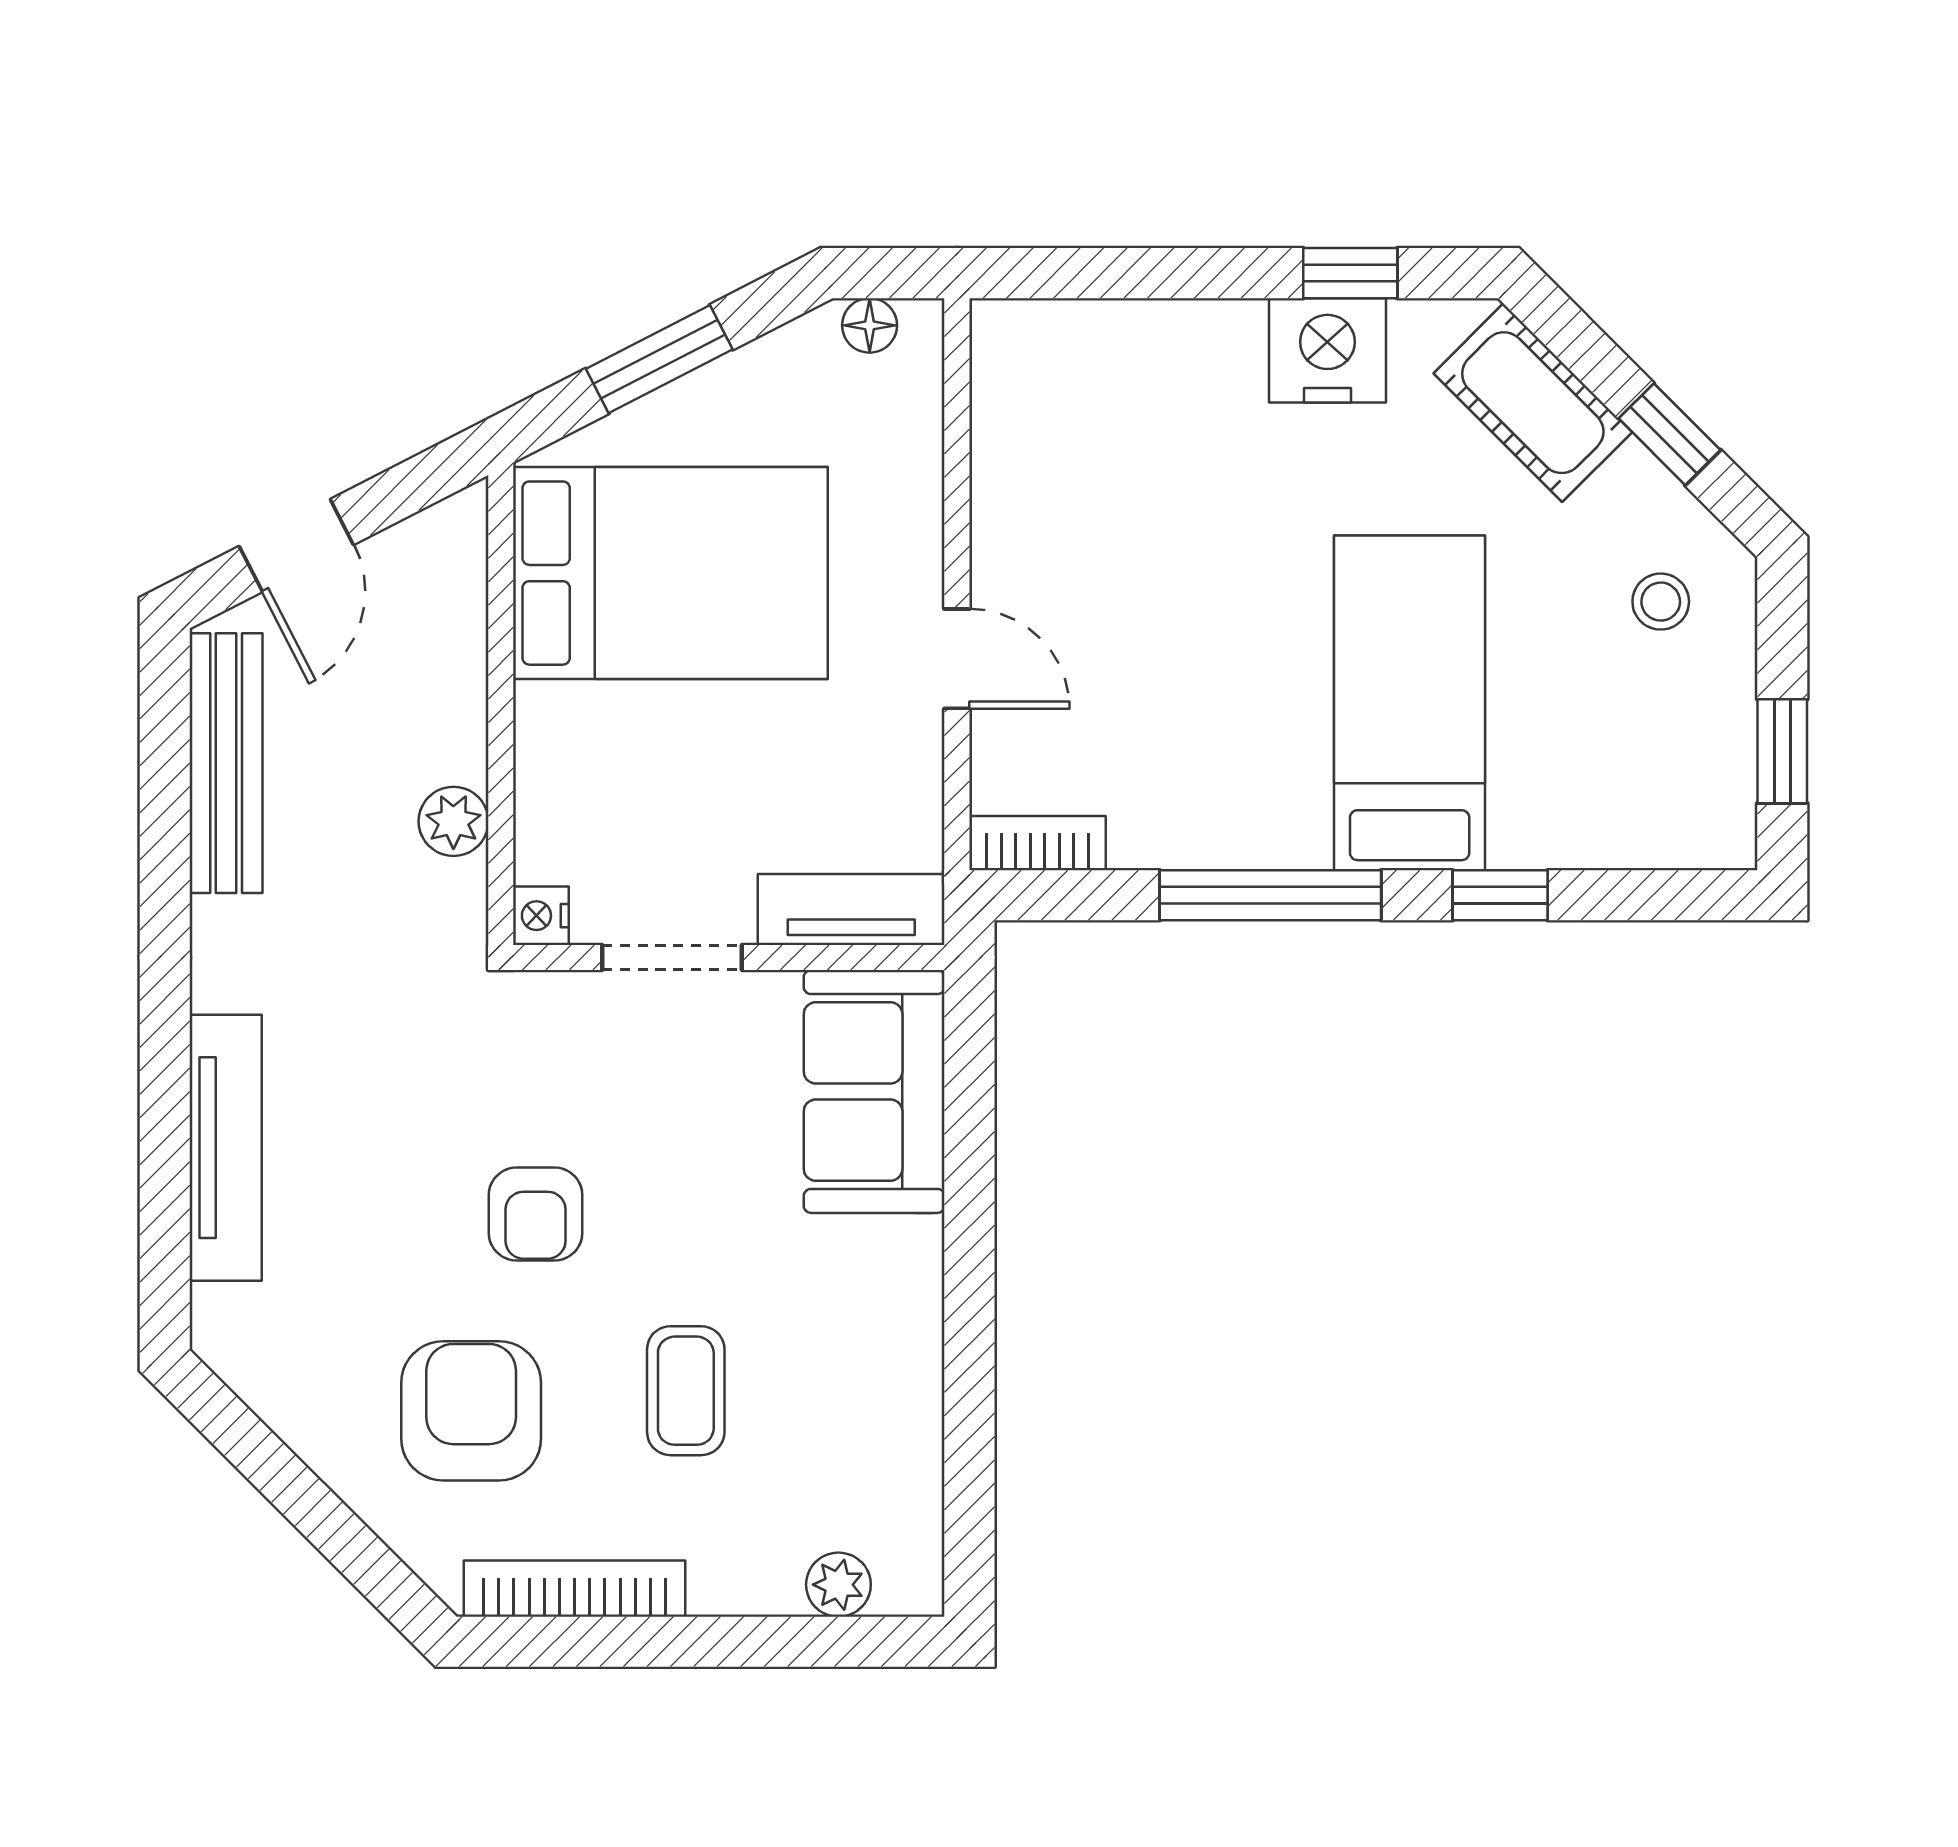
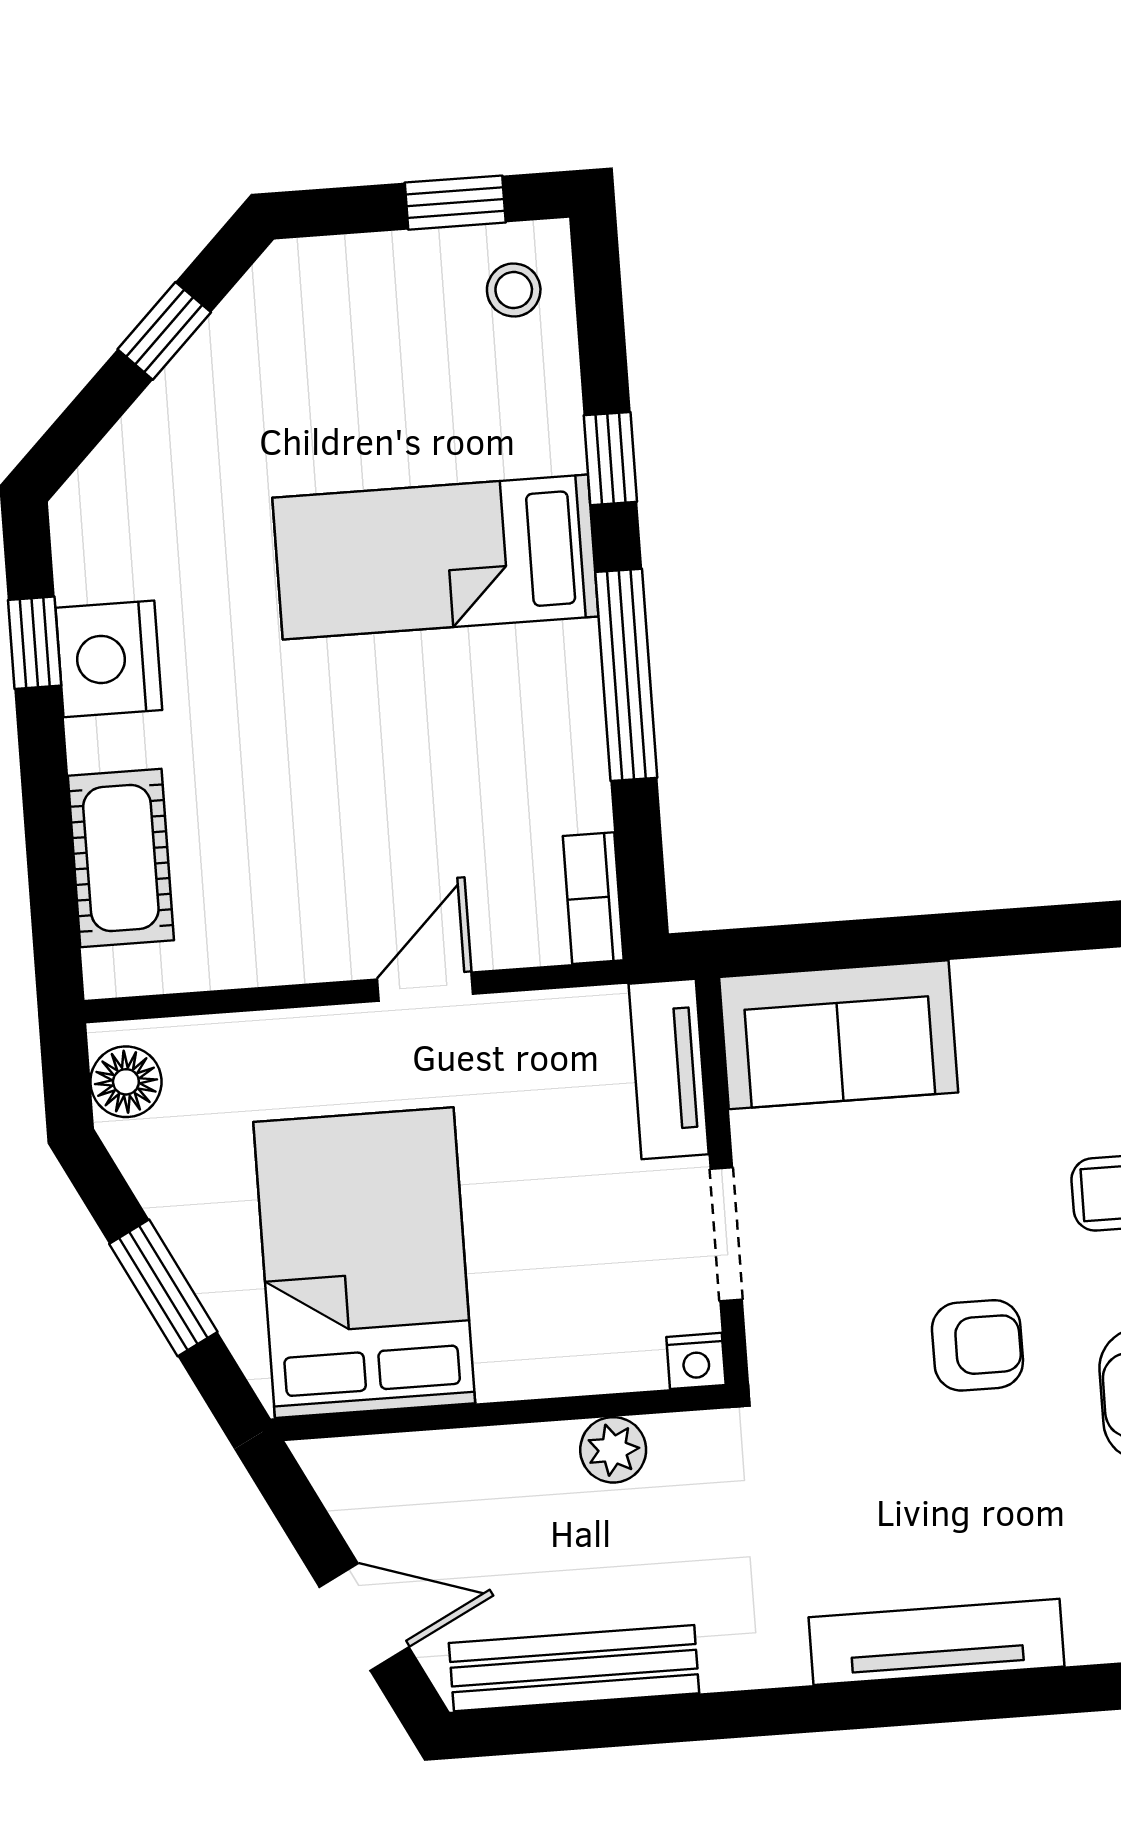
floor lamp: (870, 325) -> (126, 1082), width x1.37, depth x1.37
cot: (1533, 403) -> (121, 858), moved, turned -45
stool: (1661, 602) -> (514, 290), moved

